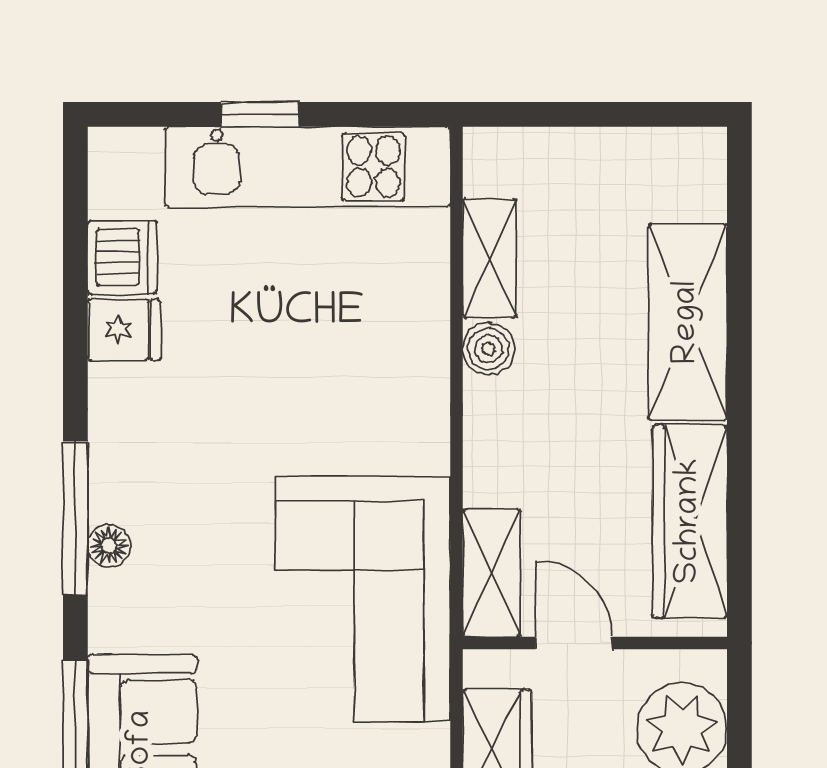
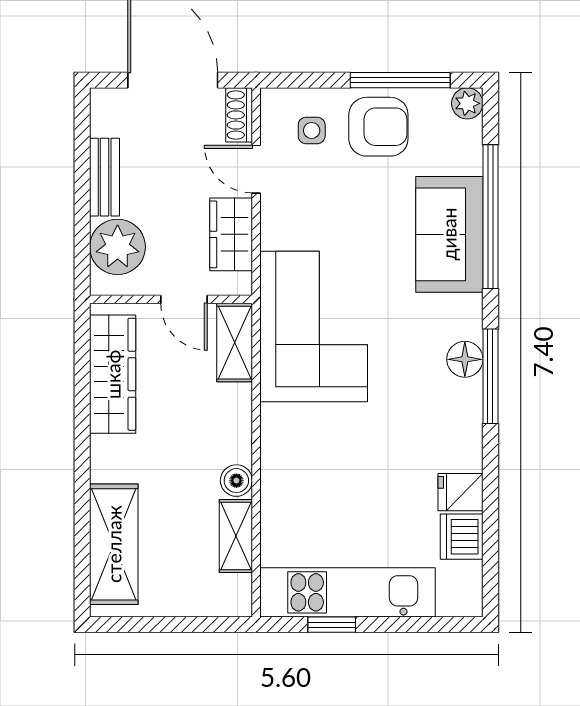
window: (260, 114) -> (332, 625), moved
shelving: (688, 322) -> (114, 544), moved
floor lamp: (109, 546) -> (465, 359), width x1.37, depth x1.37

